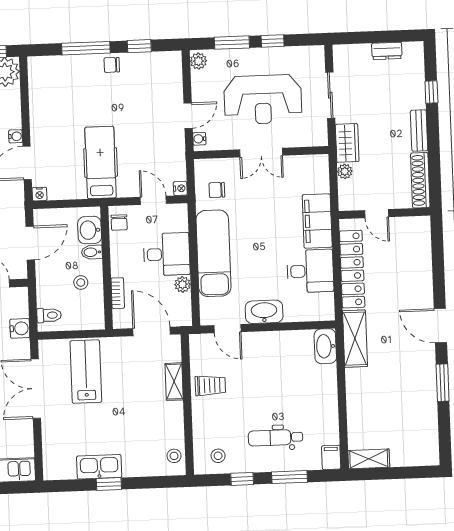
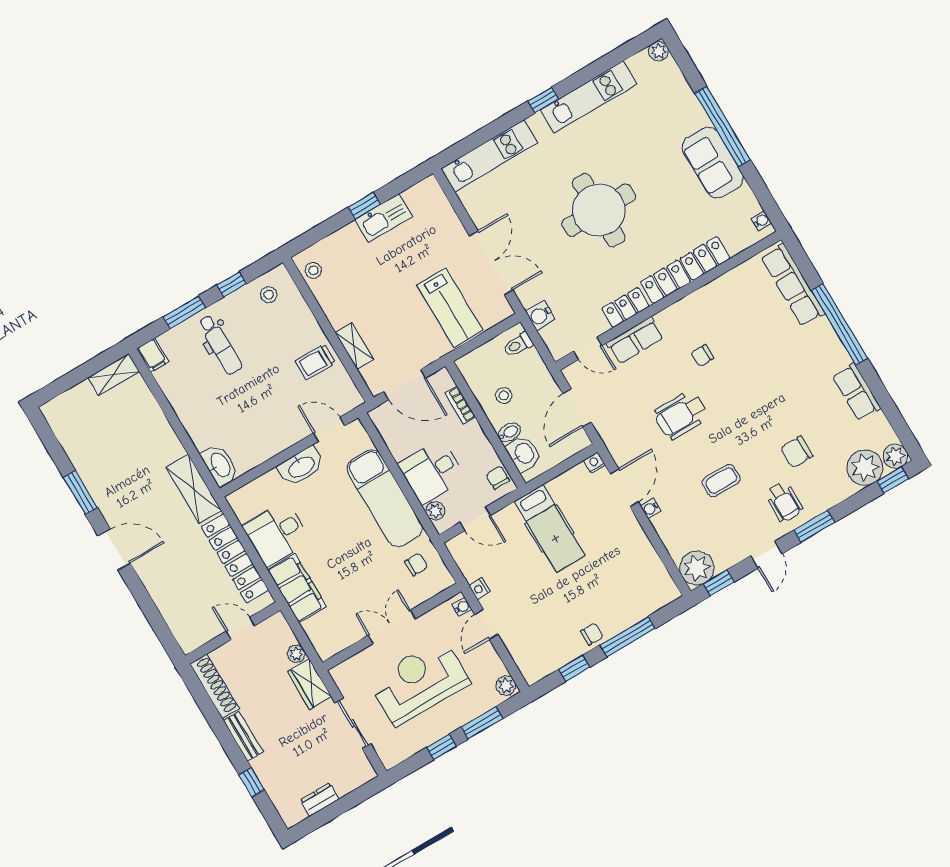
nightstand: (180, 188) -> (479, 589), moved
plant: (183, 284) -> (435, 511), moved
dental chair: (275, 438) -> (220, 345), turned 90

